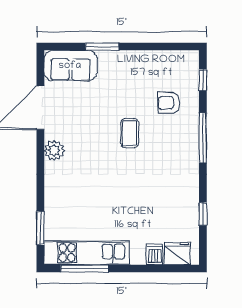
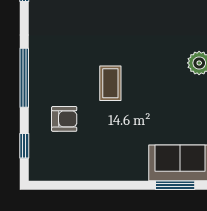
window: (102, 47) -> (175, 185), moved

